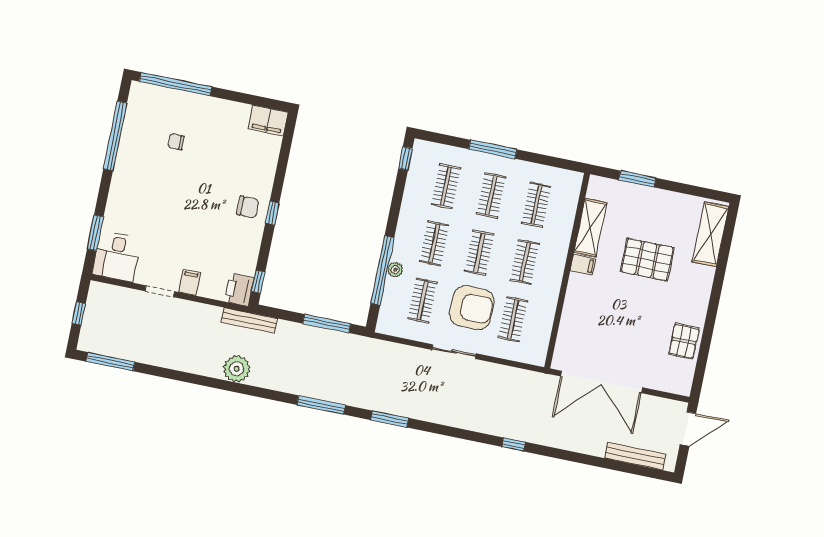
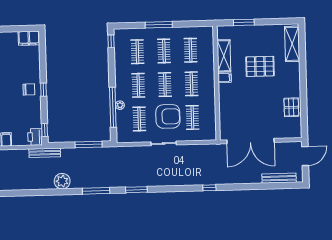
plant: (237, 369) -> (62, 181), moved

